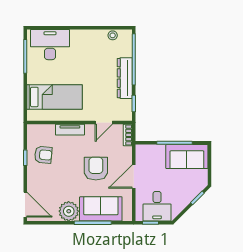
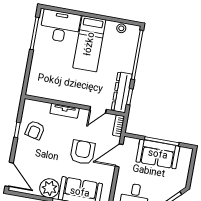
dresser: (125, 78) -> (122, 92), moved
bed: (54, 97) -> (89, 44), moved, turned 90
armchair: (43, 155) -> (35, 130), turned 98
sofa: (187, 157) -> (158, 154), moved
door: (134, 177) -> (119, 155), moved

